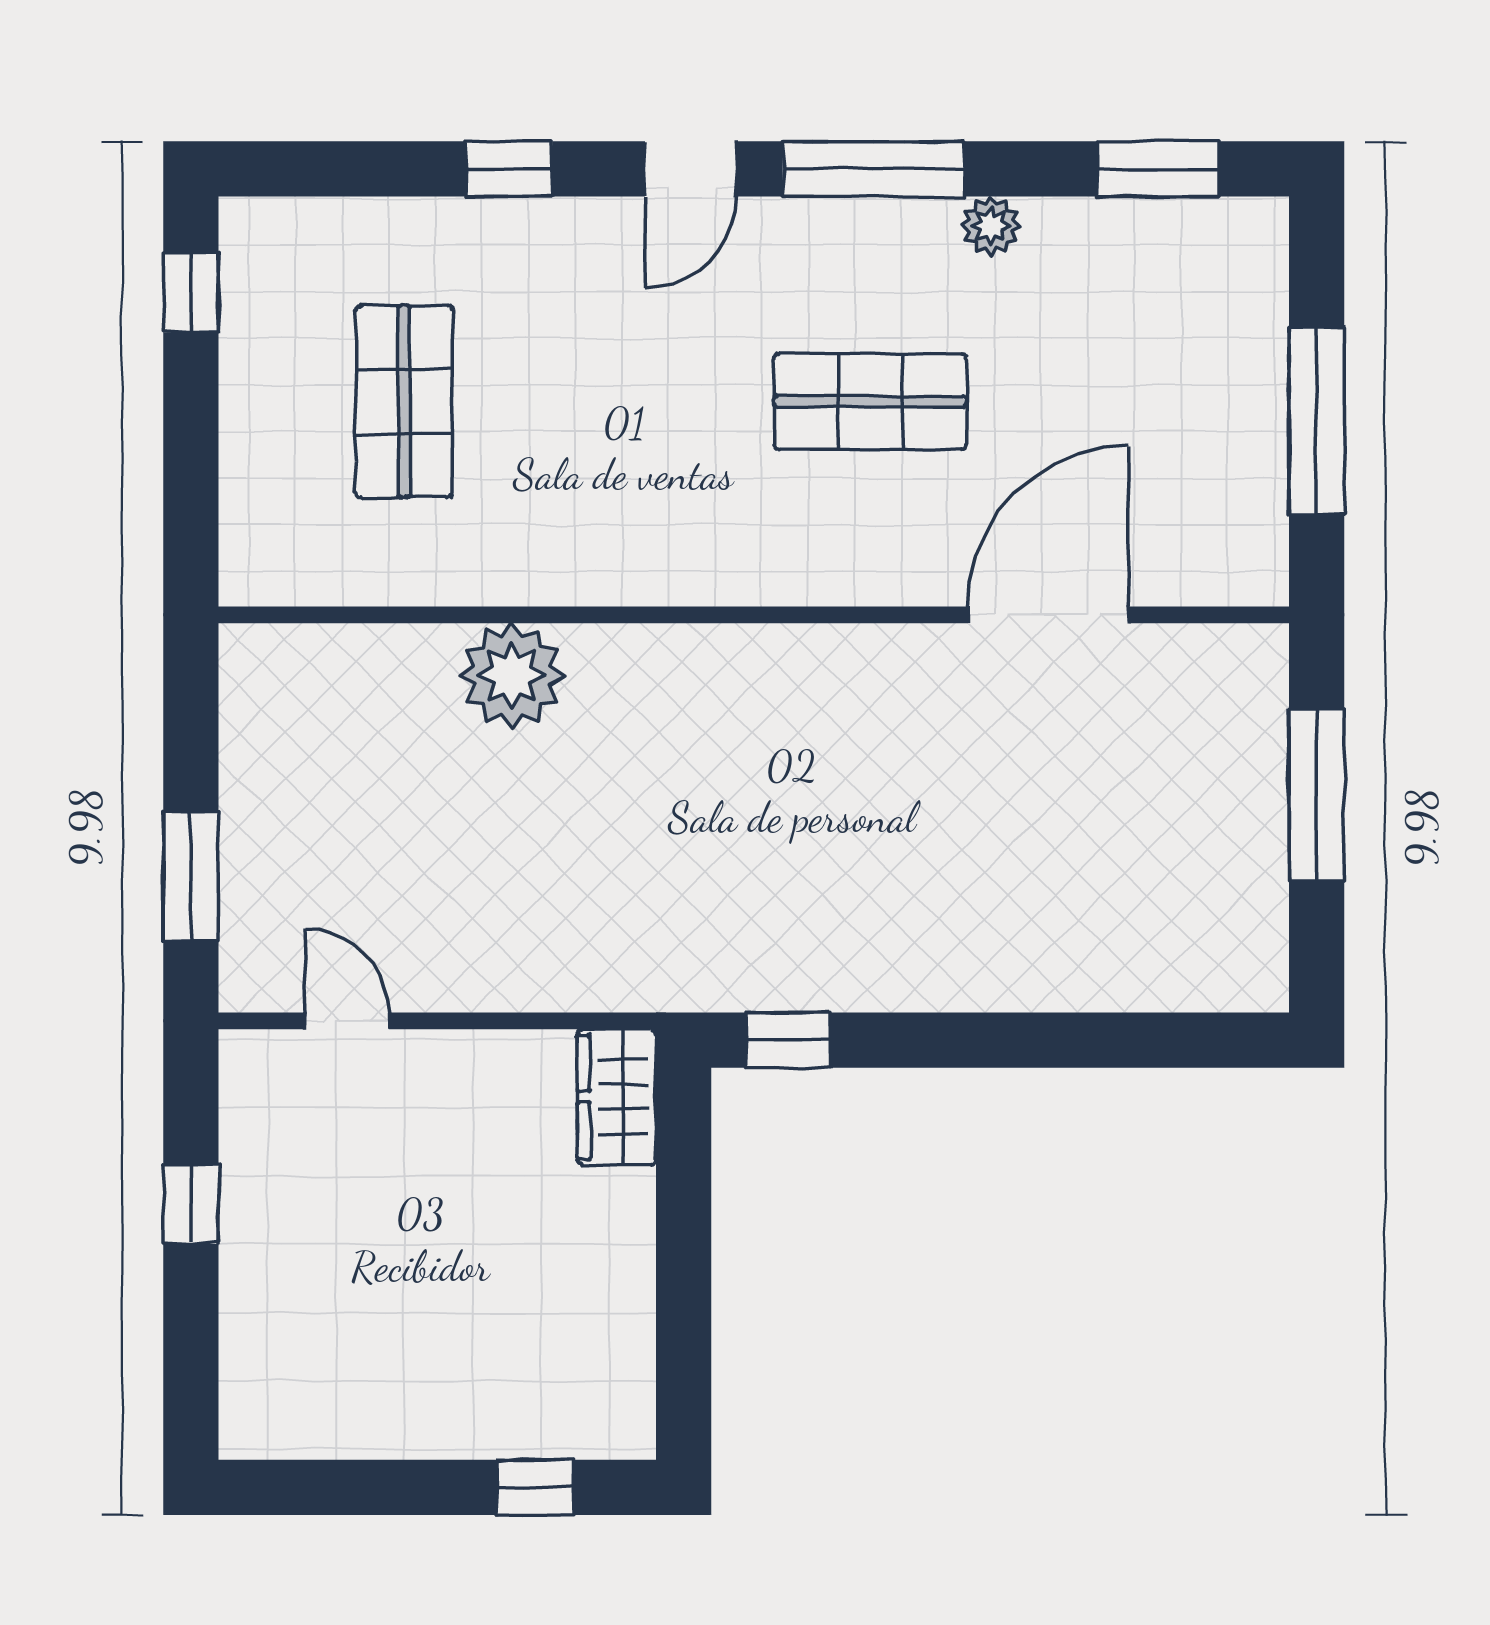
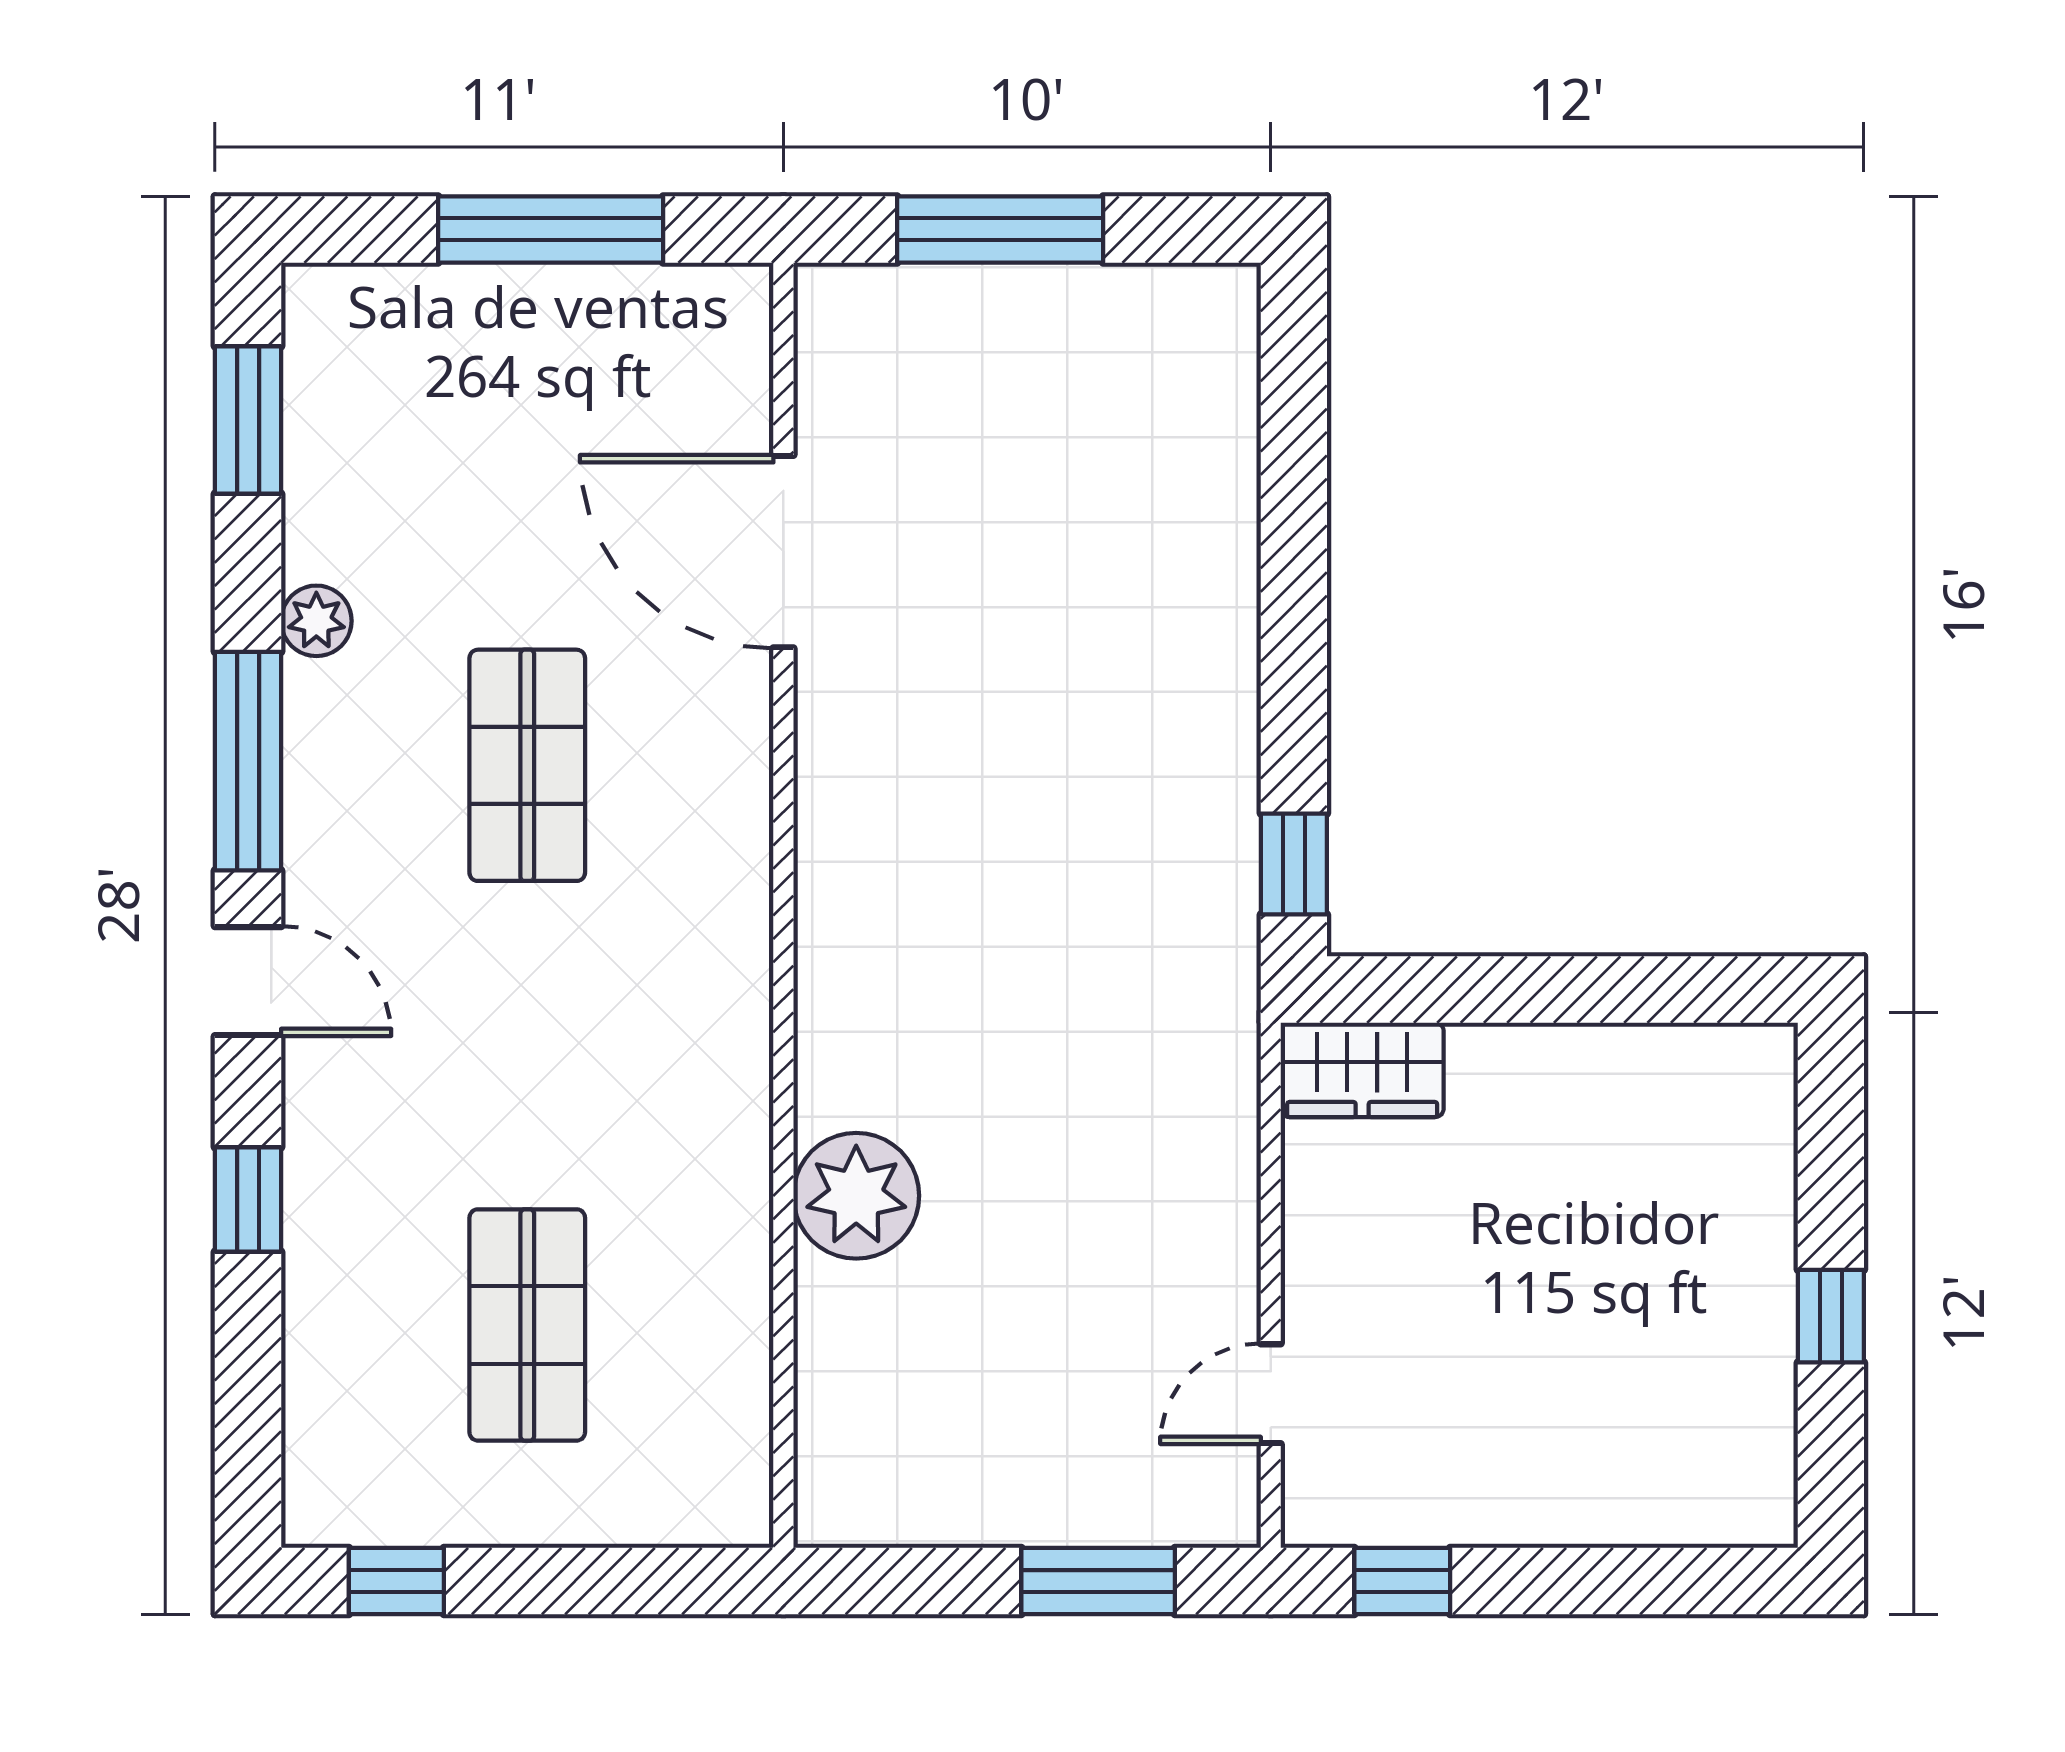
shop shelf: (404, 402) -> (527, 1325), turned 90
window: (191, 1204) -> (1402, 1581), moved
window: (535, 1487) -> (1831, 1316), moved

